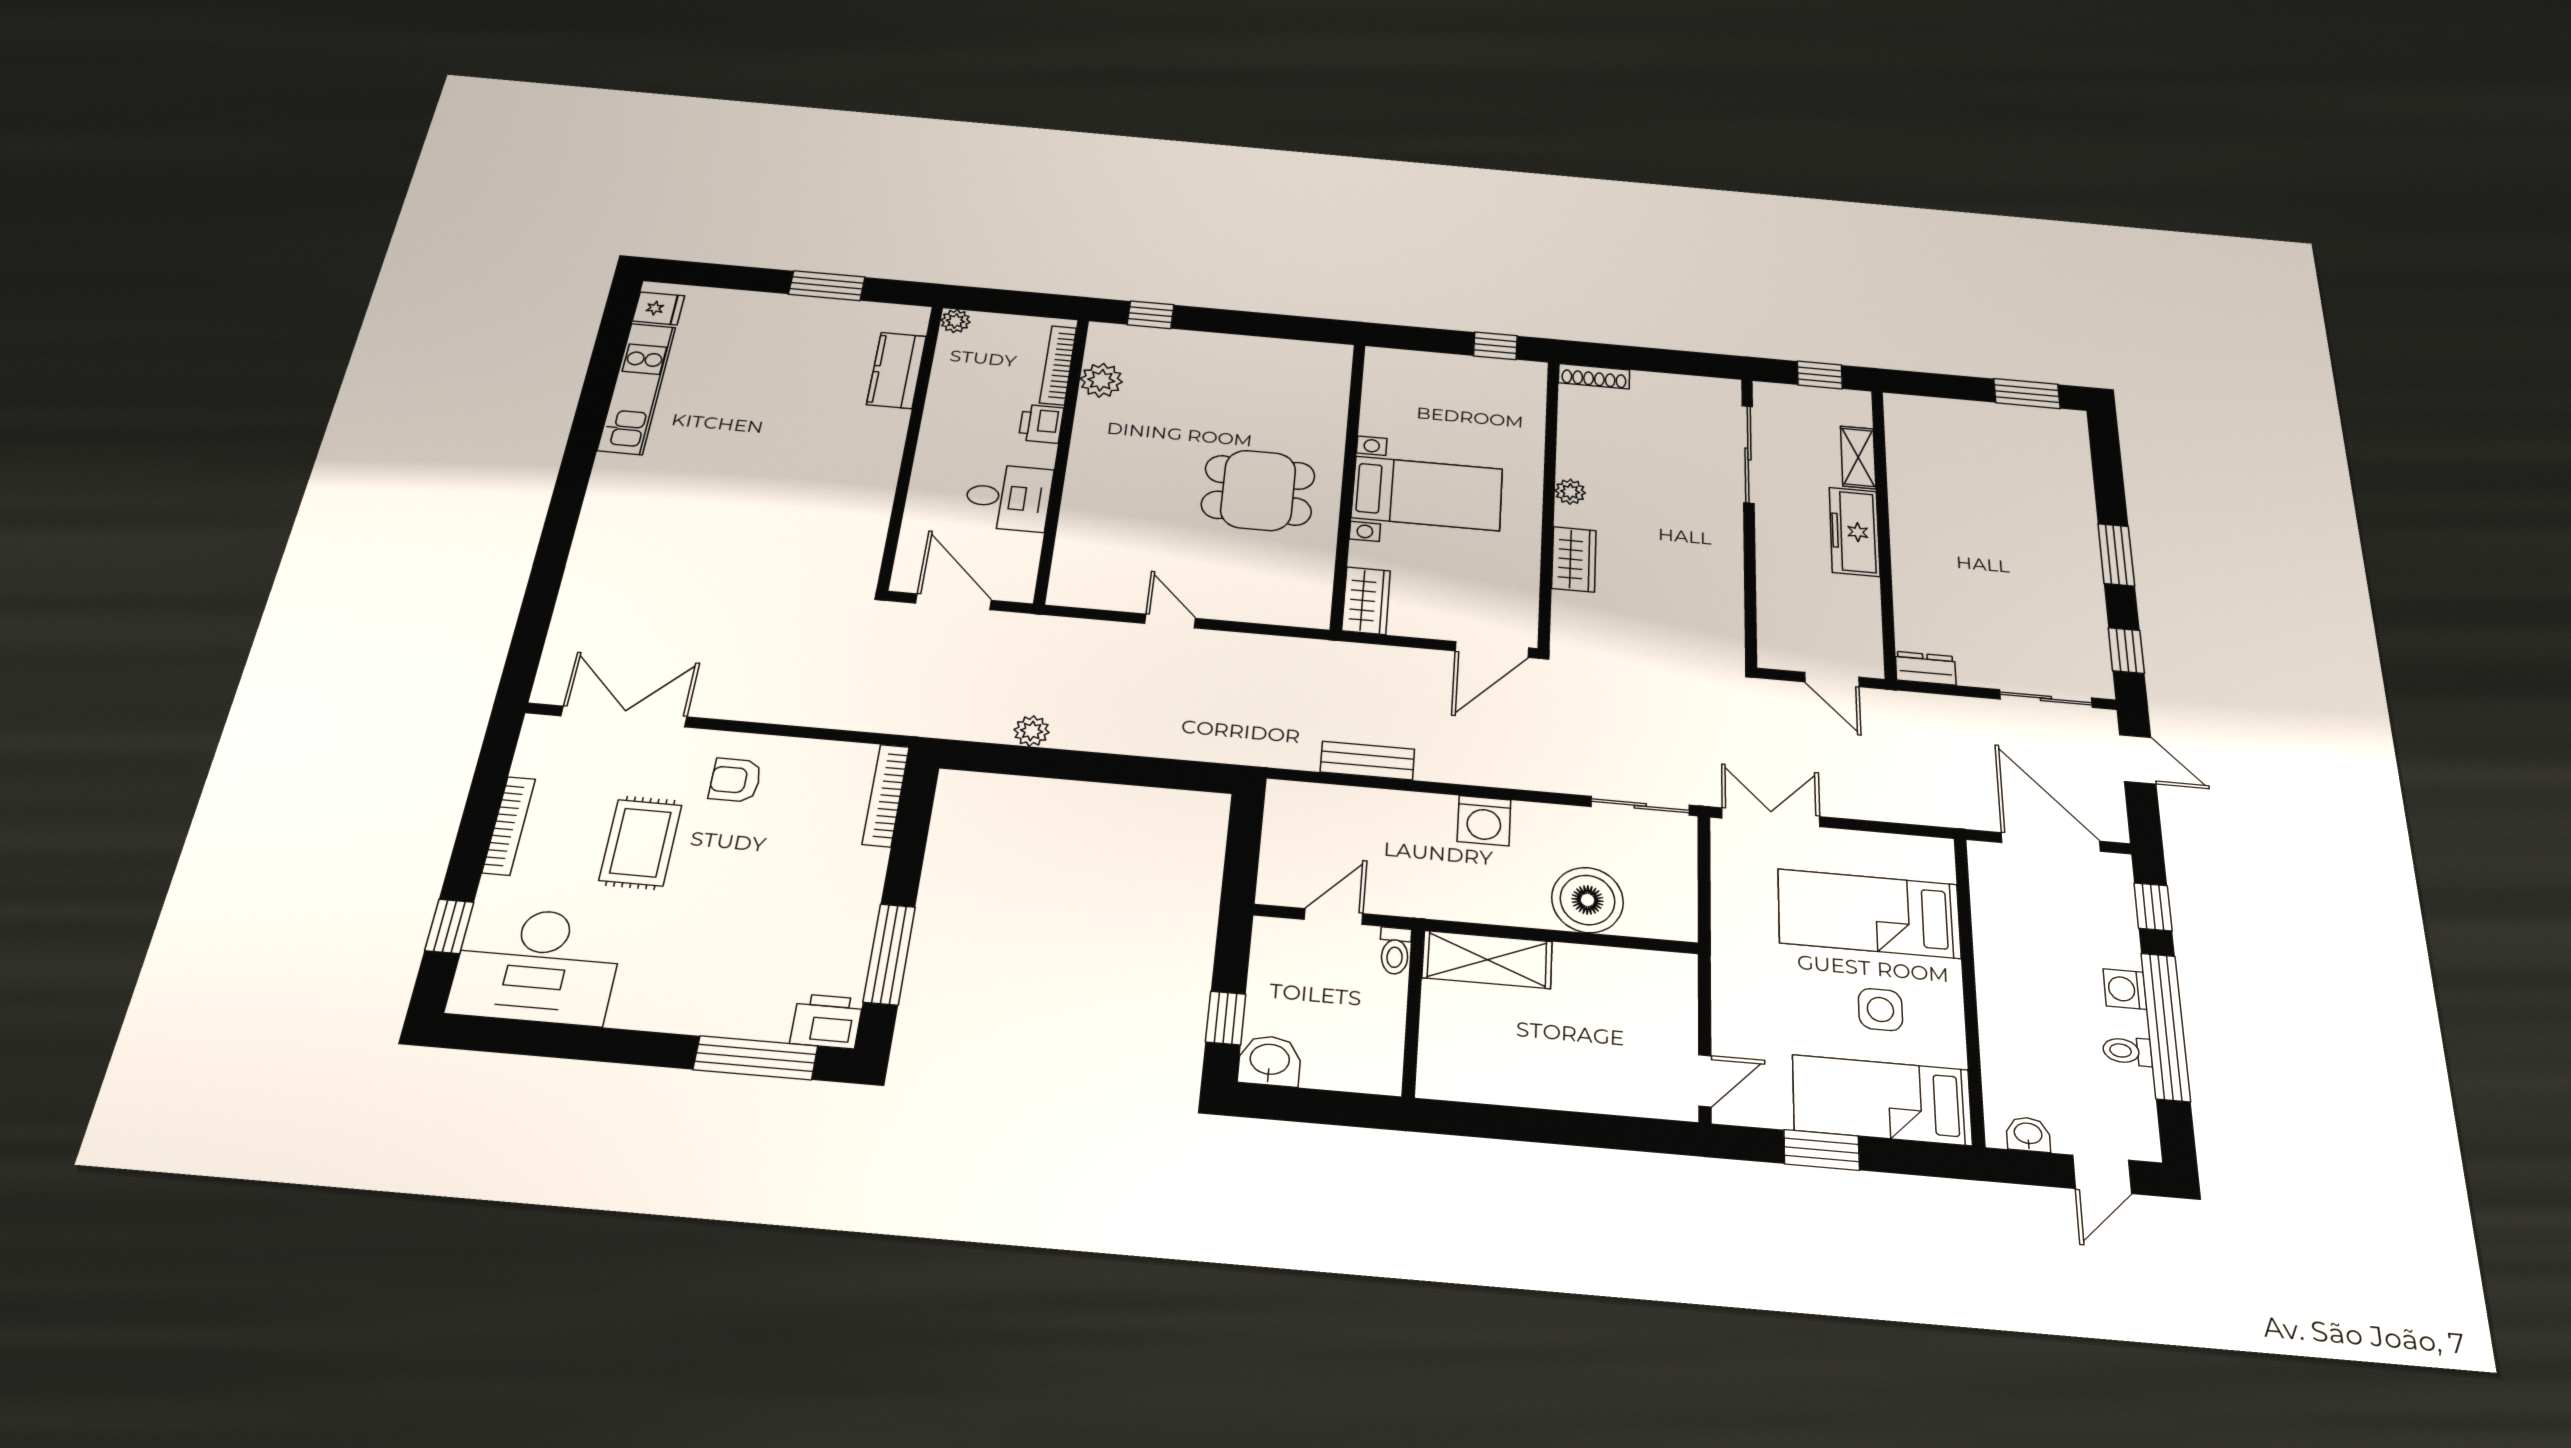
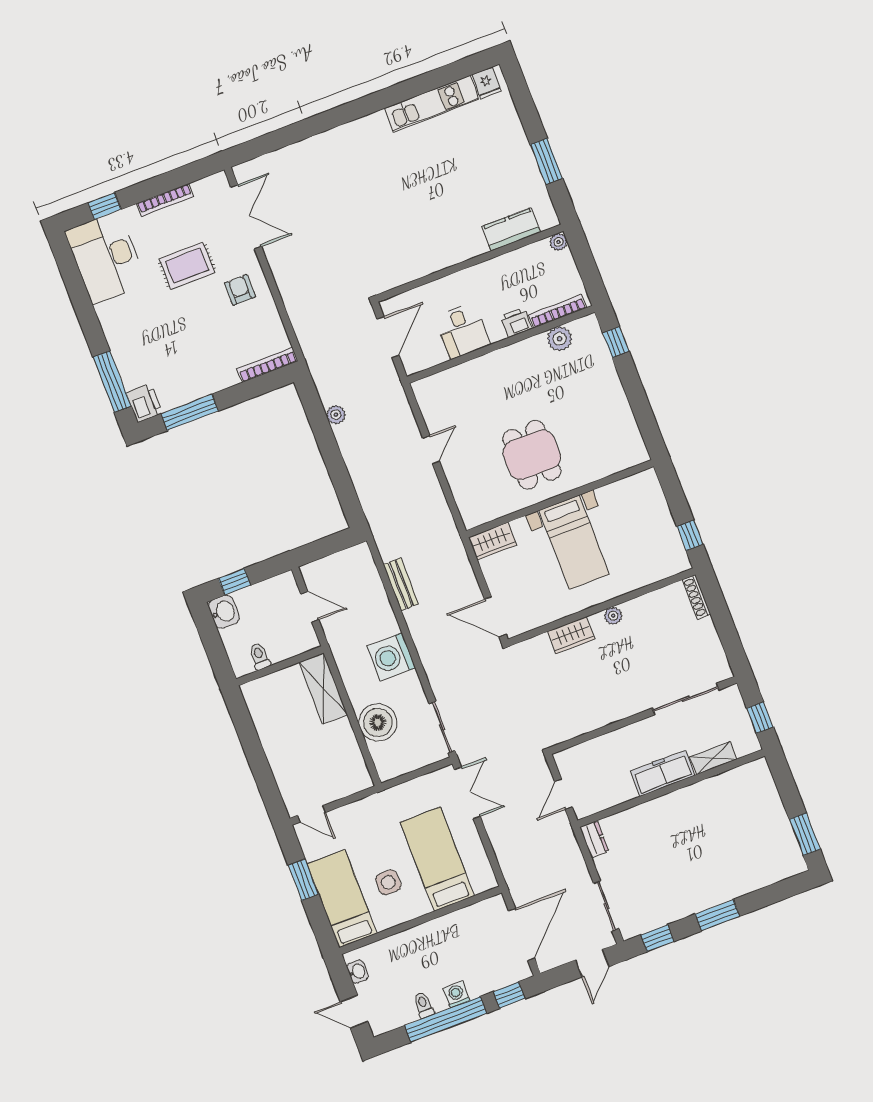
washing machine: (1484, 821) -> (391, 657), width x1.37, depth x1.37
toilet: (1395, 951) -> (259, 656), moved, turned 90

